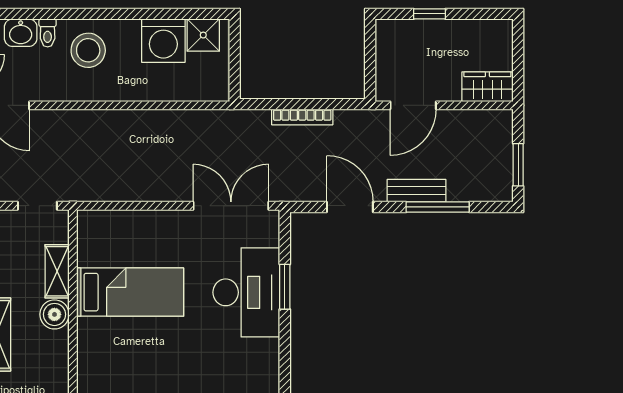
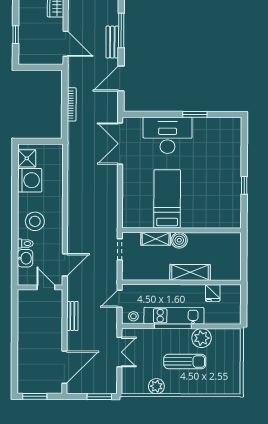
window: (285, 287) -> (195, 114), moved

